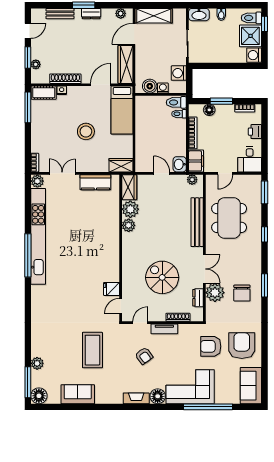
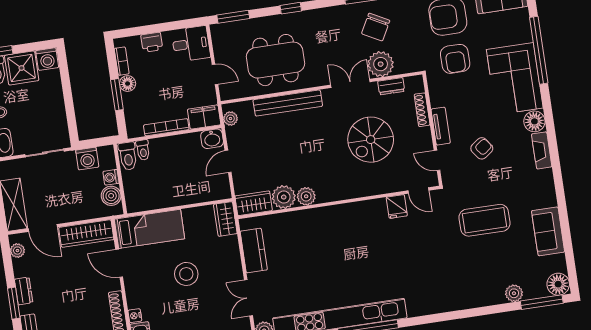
floor lamp: (209, 110) -> (128, 84), moved
chair: (242, 293) -> (376, 27), turned 118

